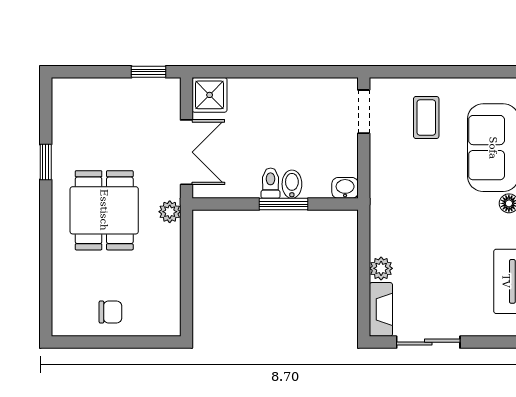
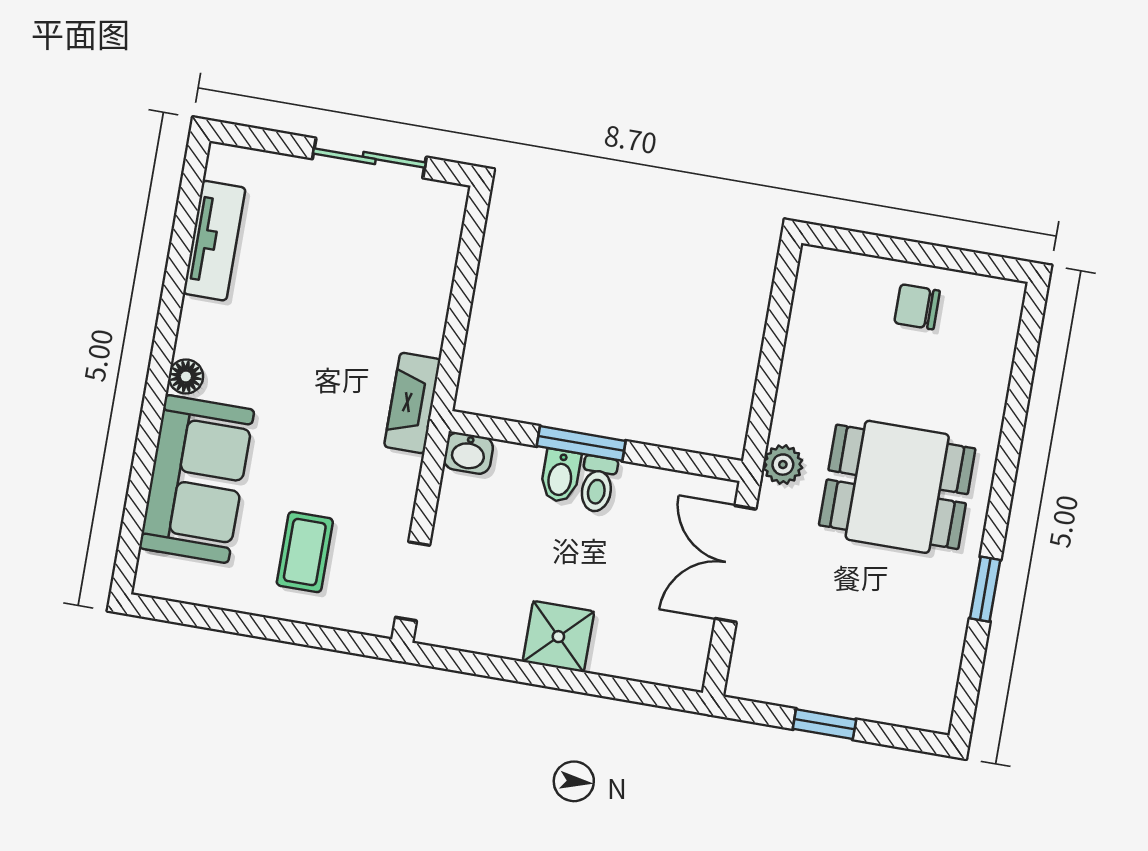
window: (149, 72) -> (824, 724), moved
shower: (210, 95) -> (558, 637), moved
dining table: (104, 210) -> (897, 487), turned 90
plant: (381, 268) -> (430, 301), removed
fireplace: (381, 309) -> (412, 403), moved

